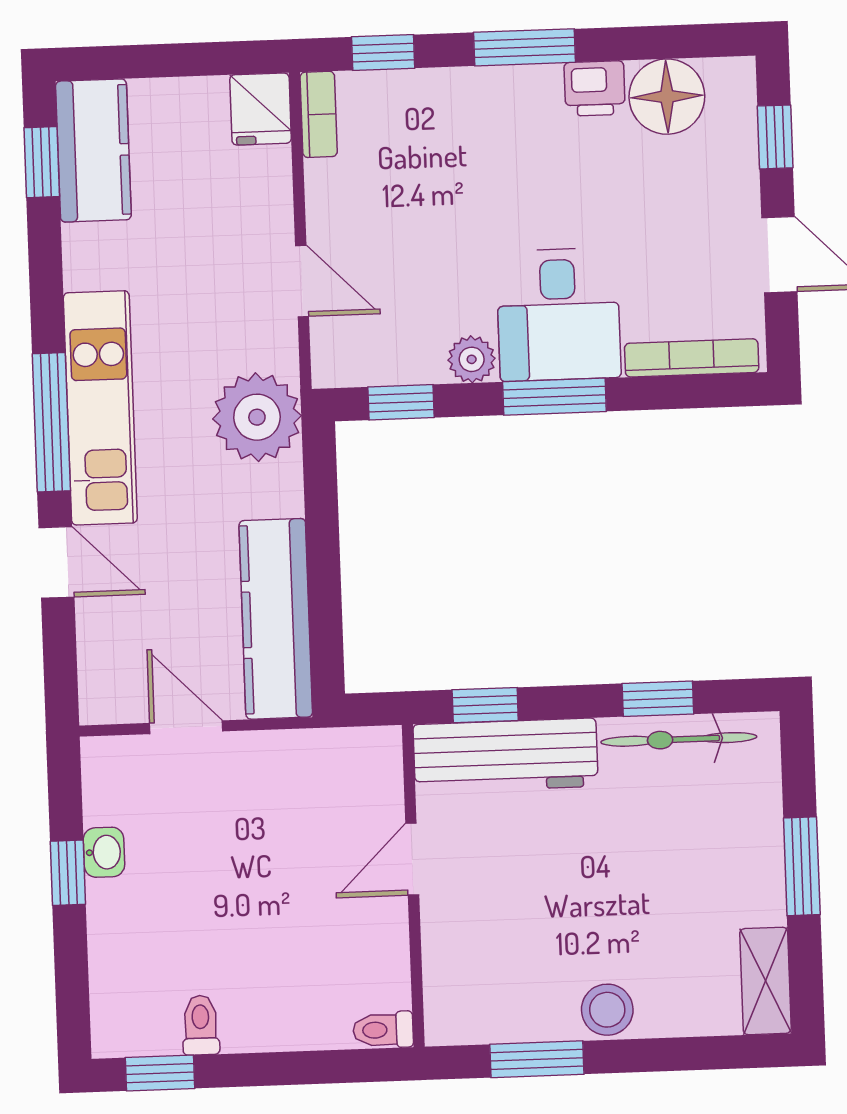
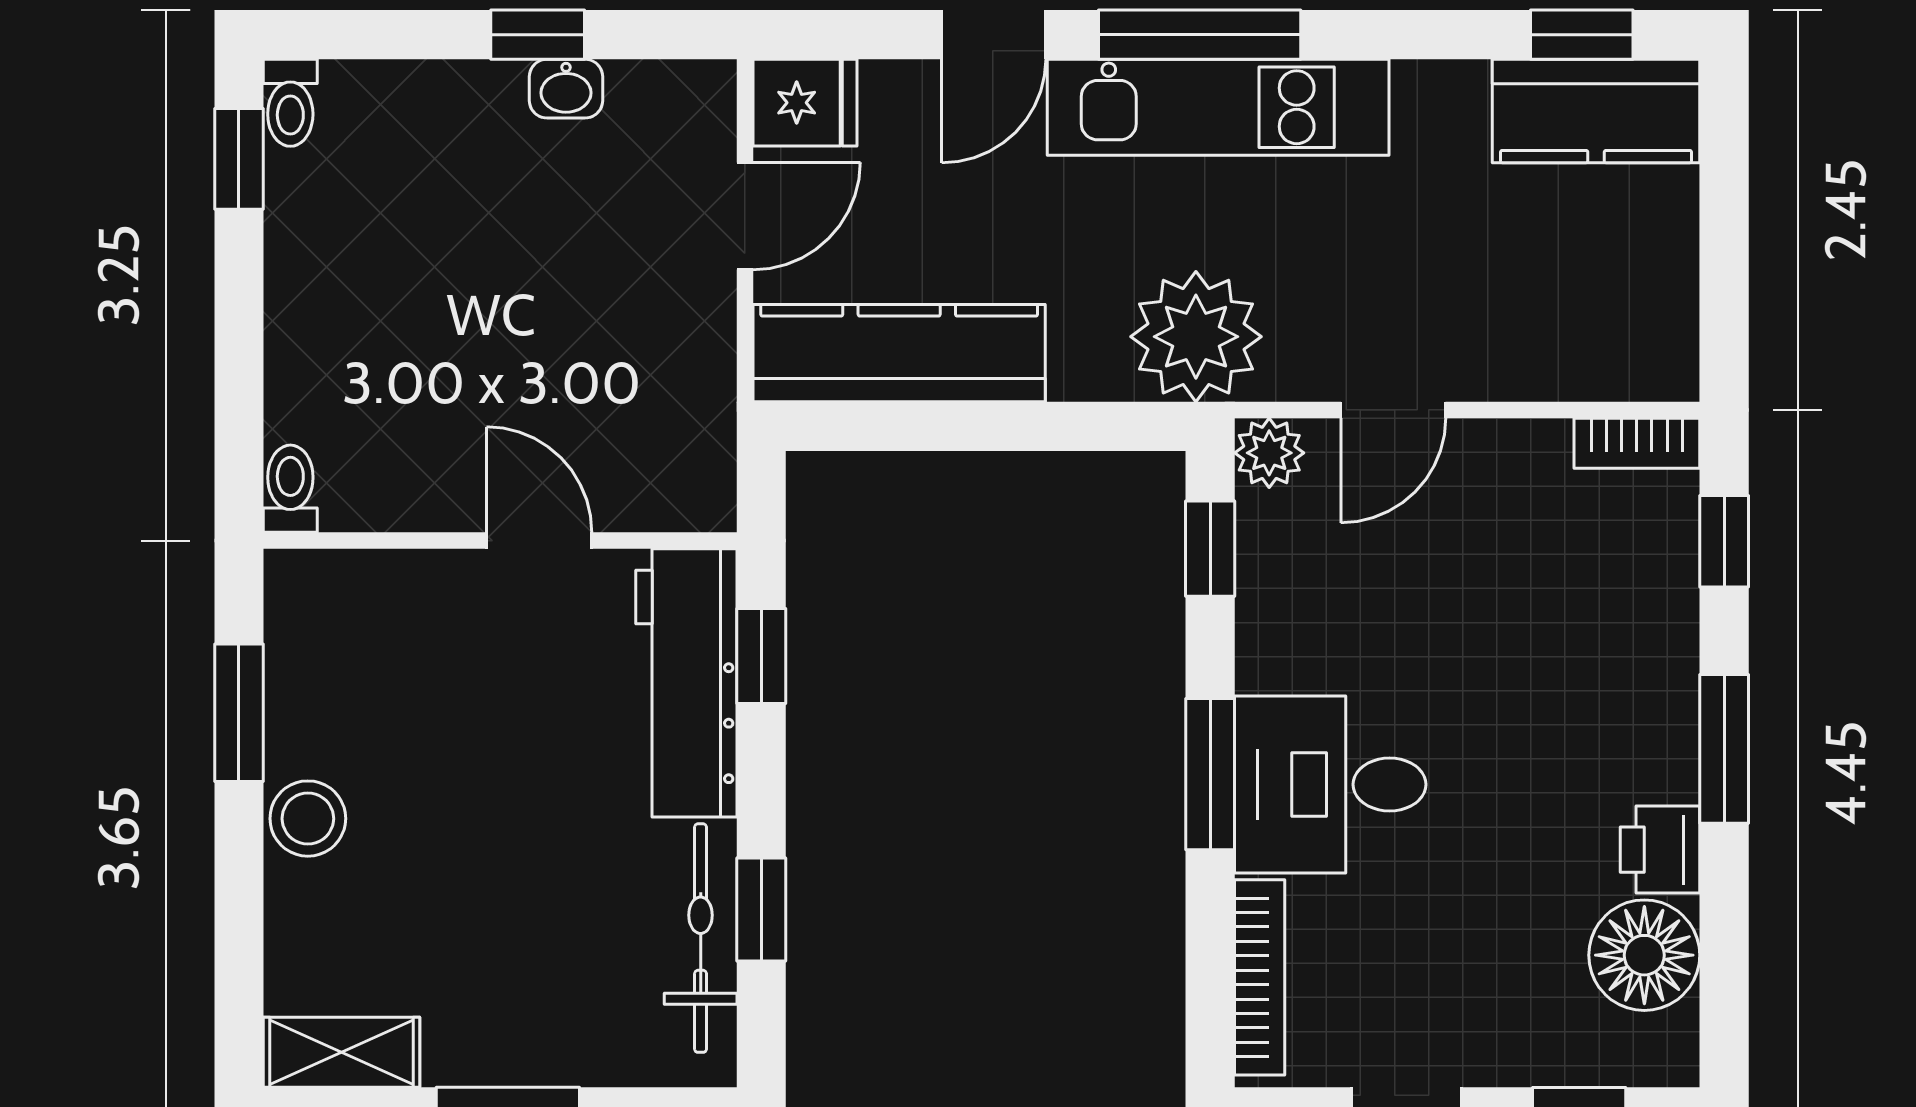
fridge: (261, 109) -> (805, 103), moved, turned 180
plant: (472, 359) -> (1269, 453), moved
toilet: (201, 1025) -> (290, 103), moved, turned 90

